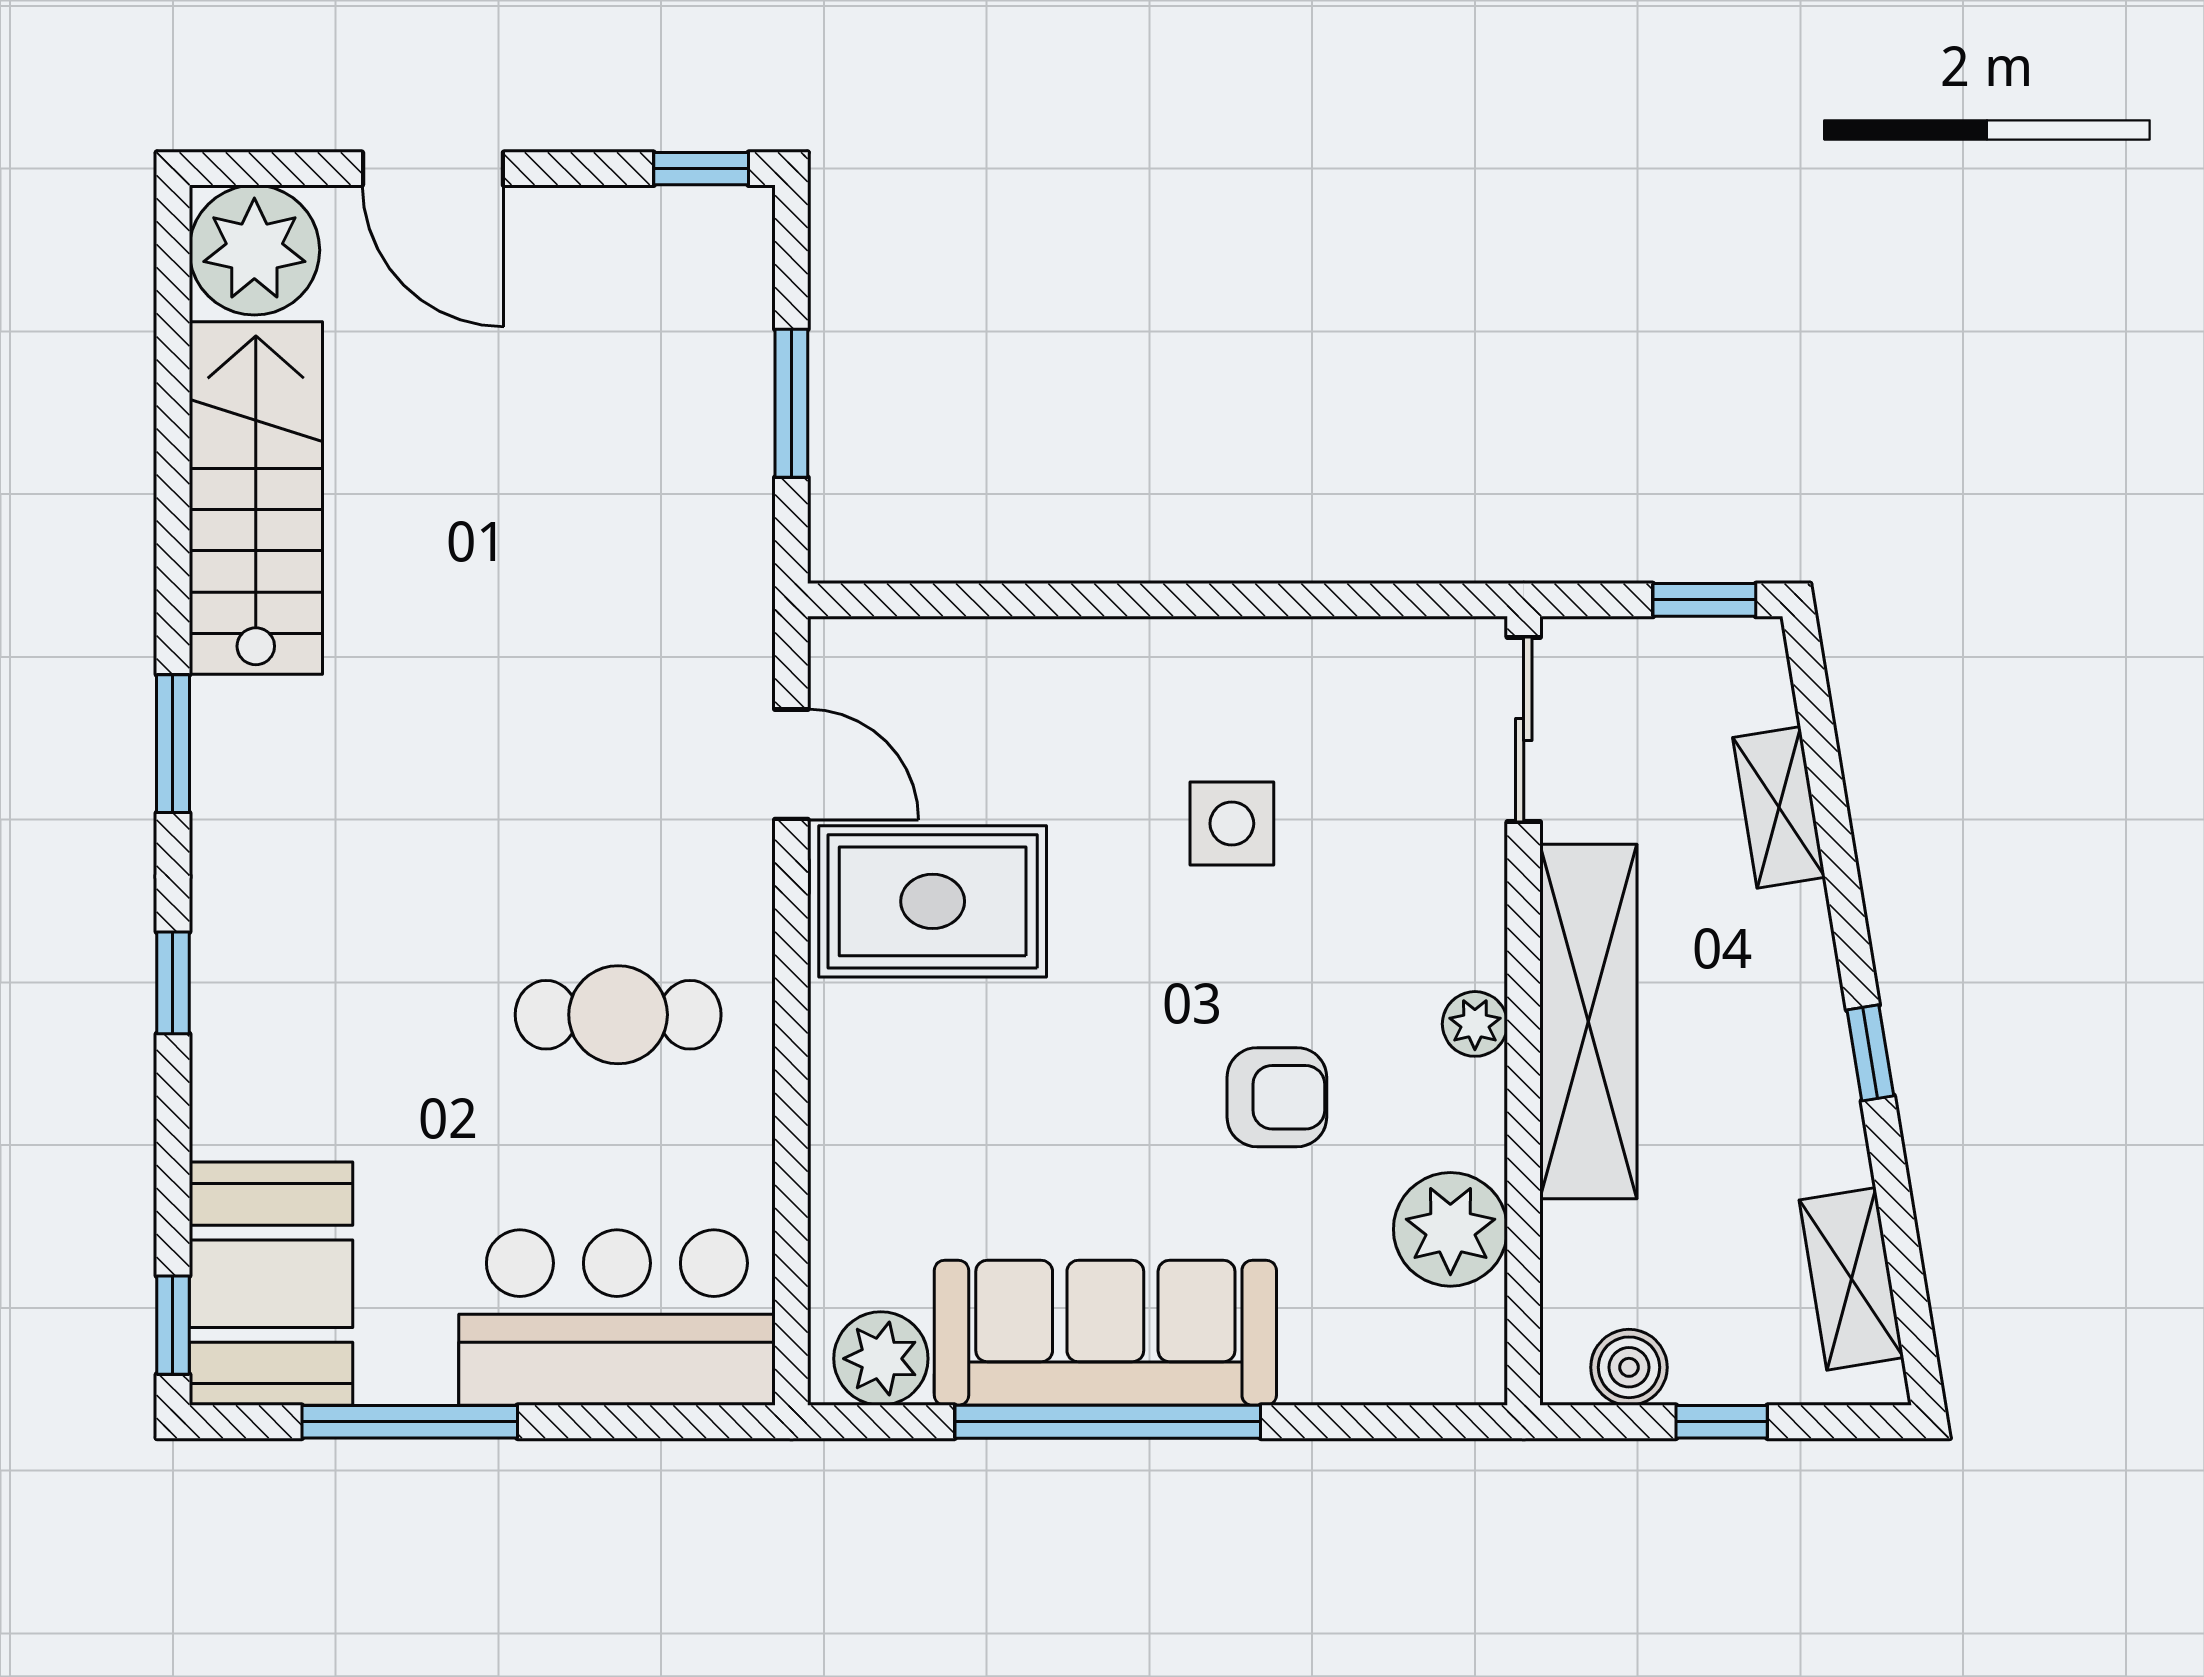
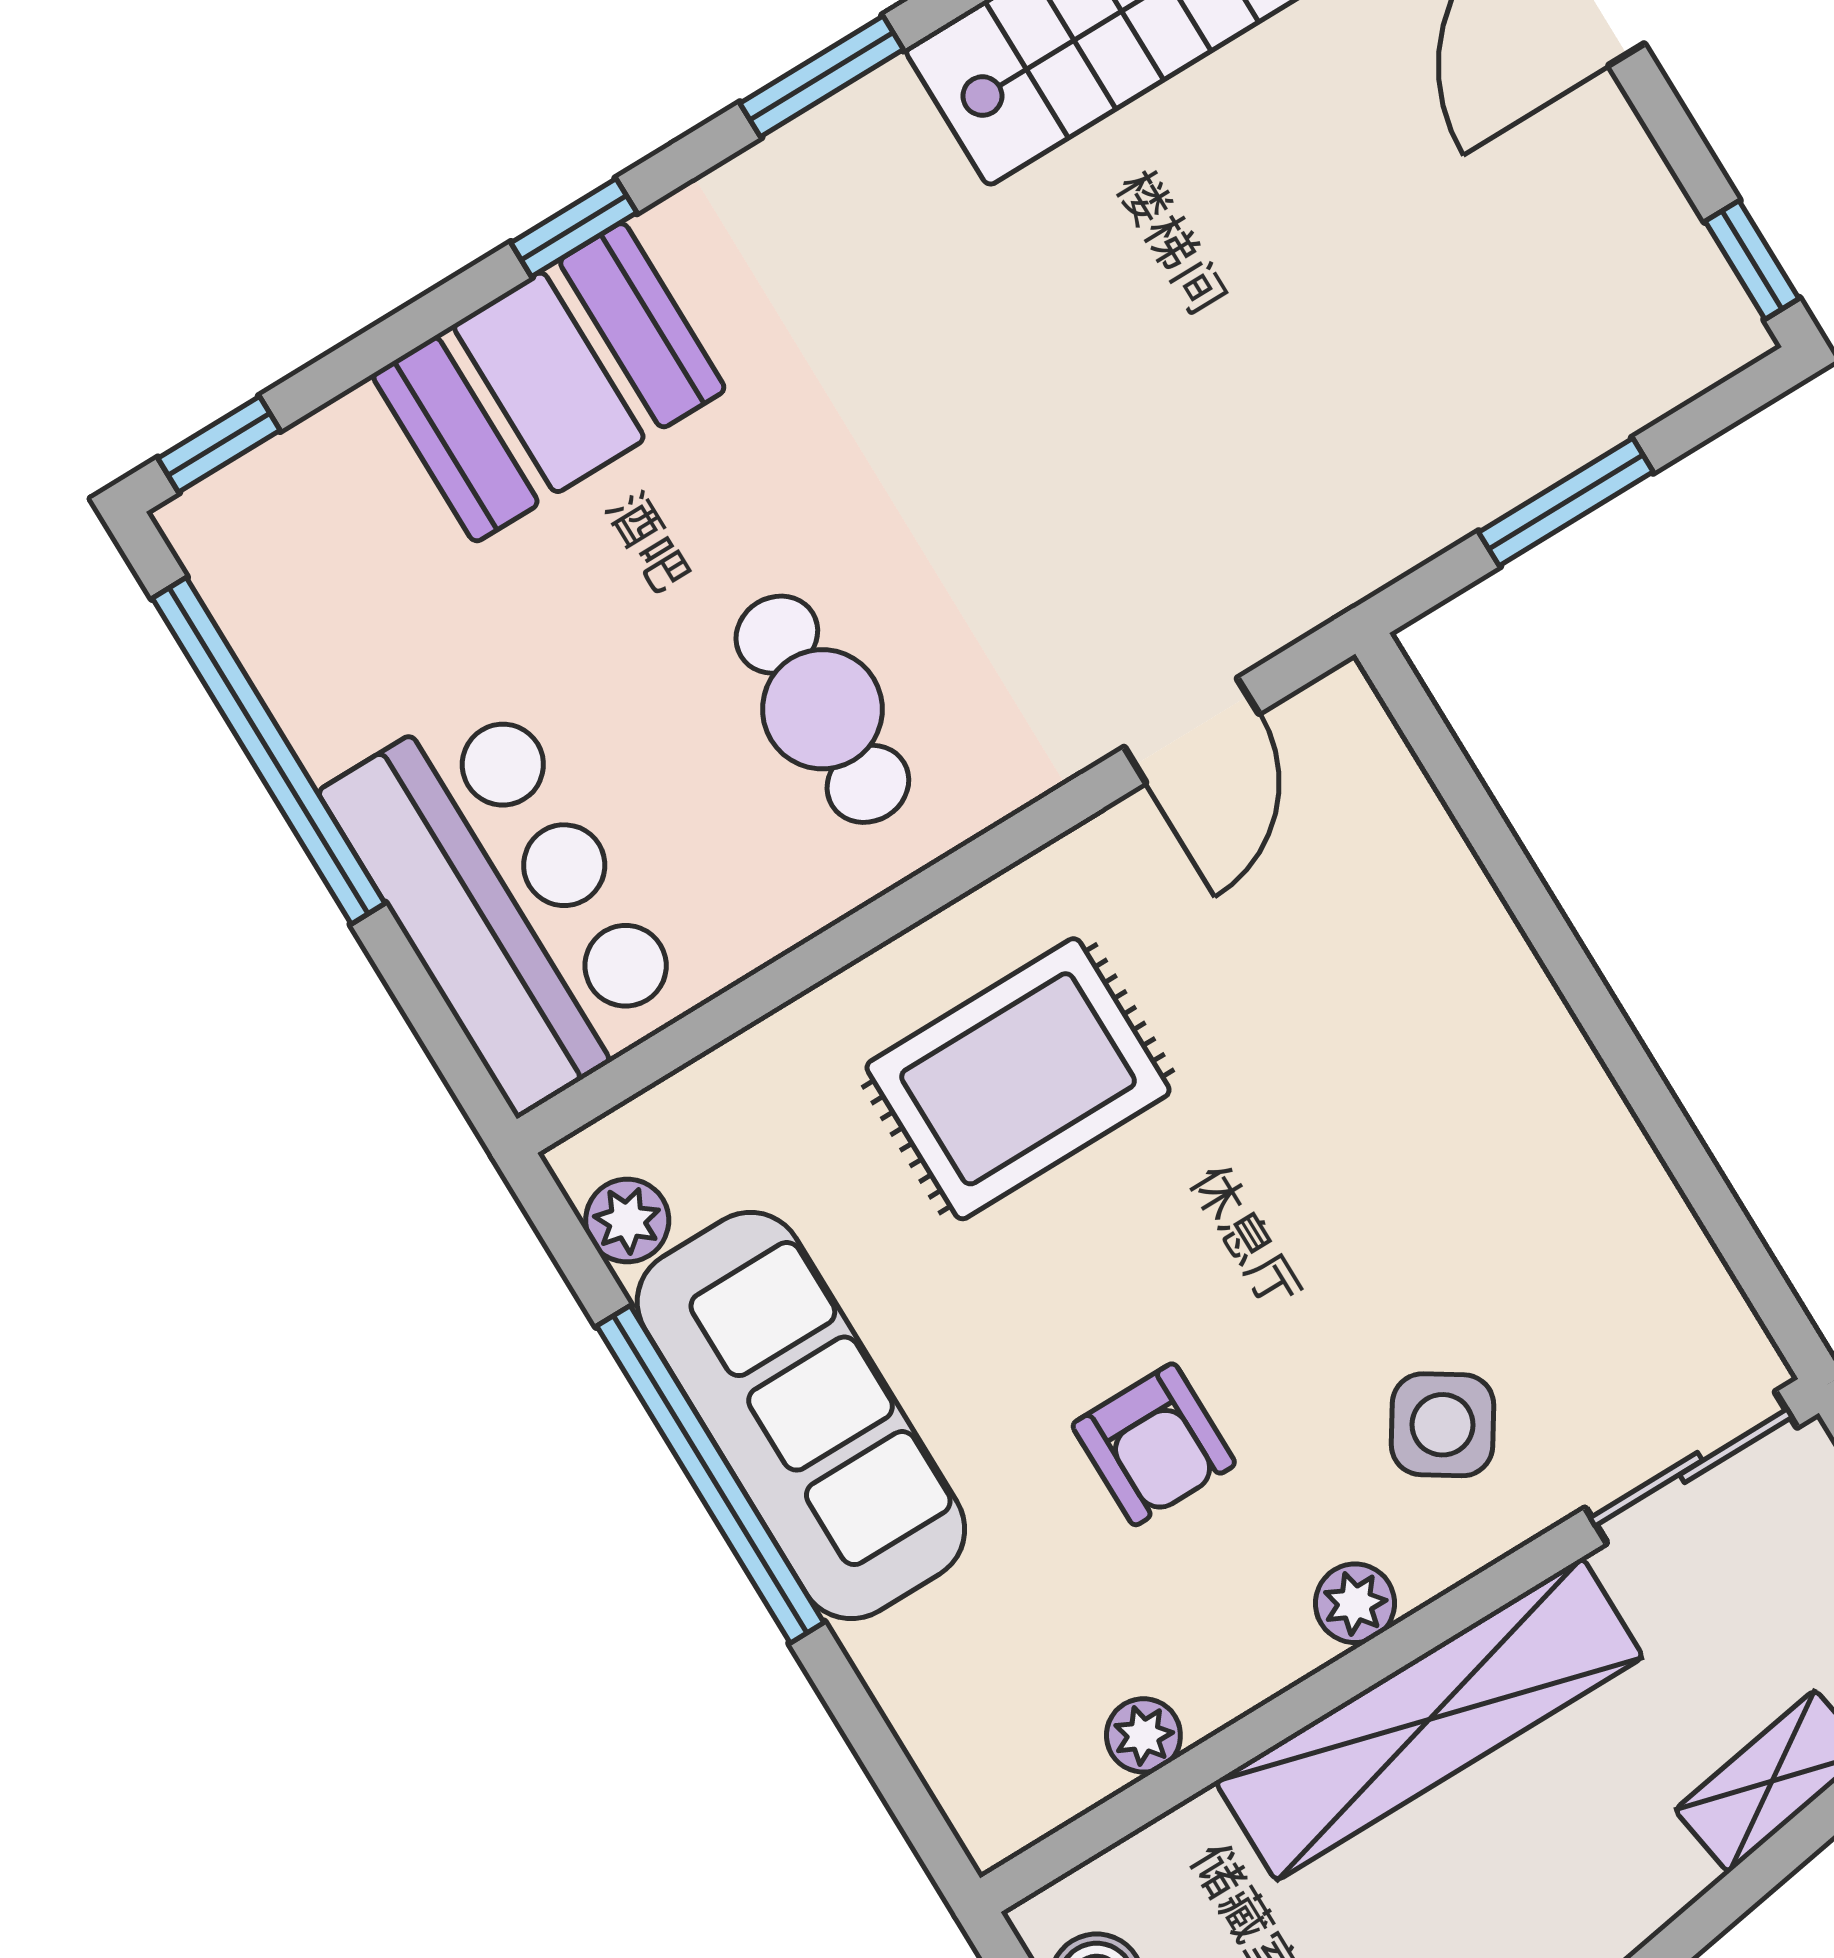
side table: (1232, 824) -> (1443, 1425), moved, turned 33
rug: (933, 901) -> (1018, 1079), moved, turned 90
plant: (1450, 1229) -> (1143, 1735), width x0.53, depth x0.53
booth: (271, 1284) -> (549, 382), moved
plant: (881, 1359) -> (627, 1221), width x0.73, depth x0.73
window: (410, 1422) -> (269, 751), width x1.46

